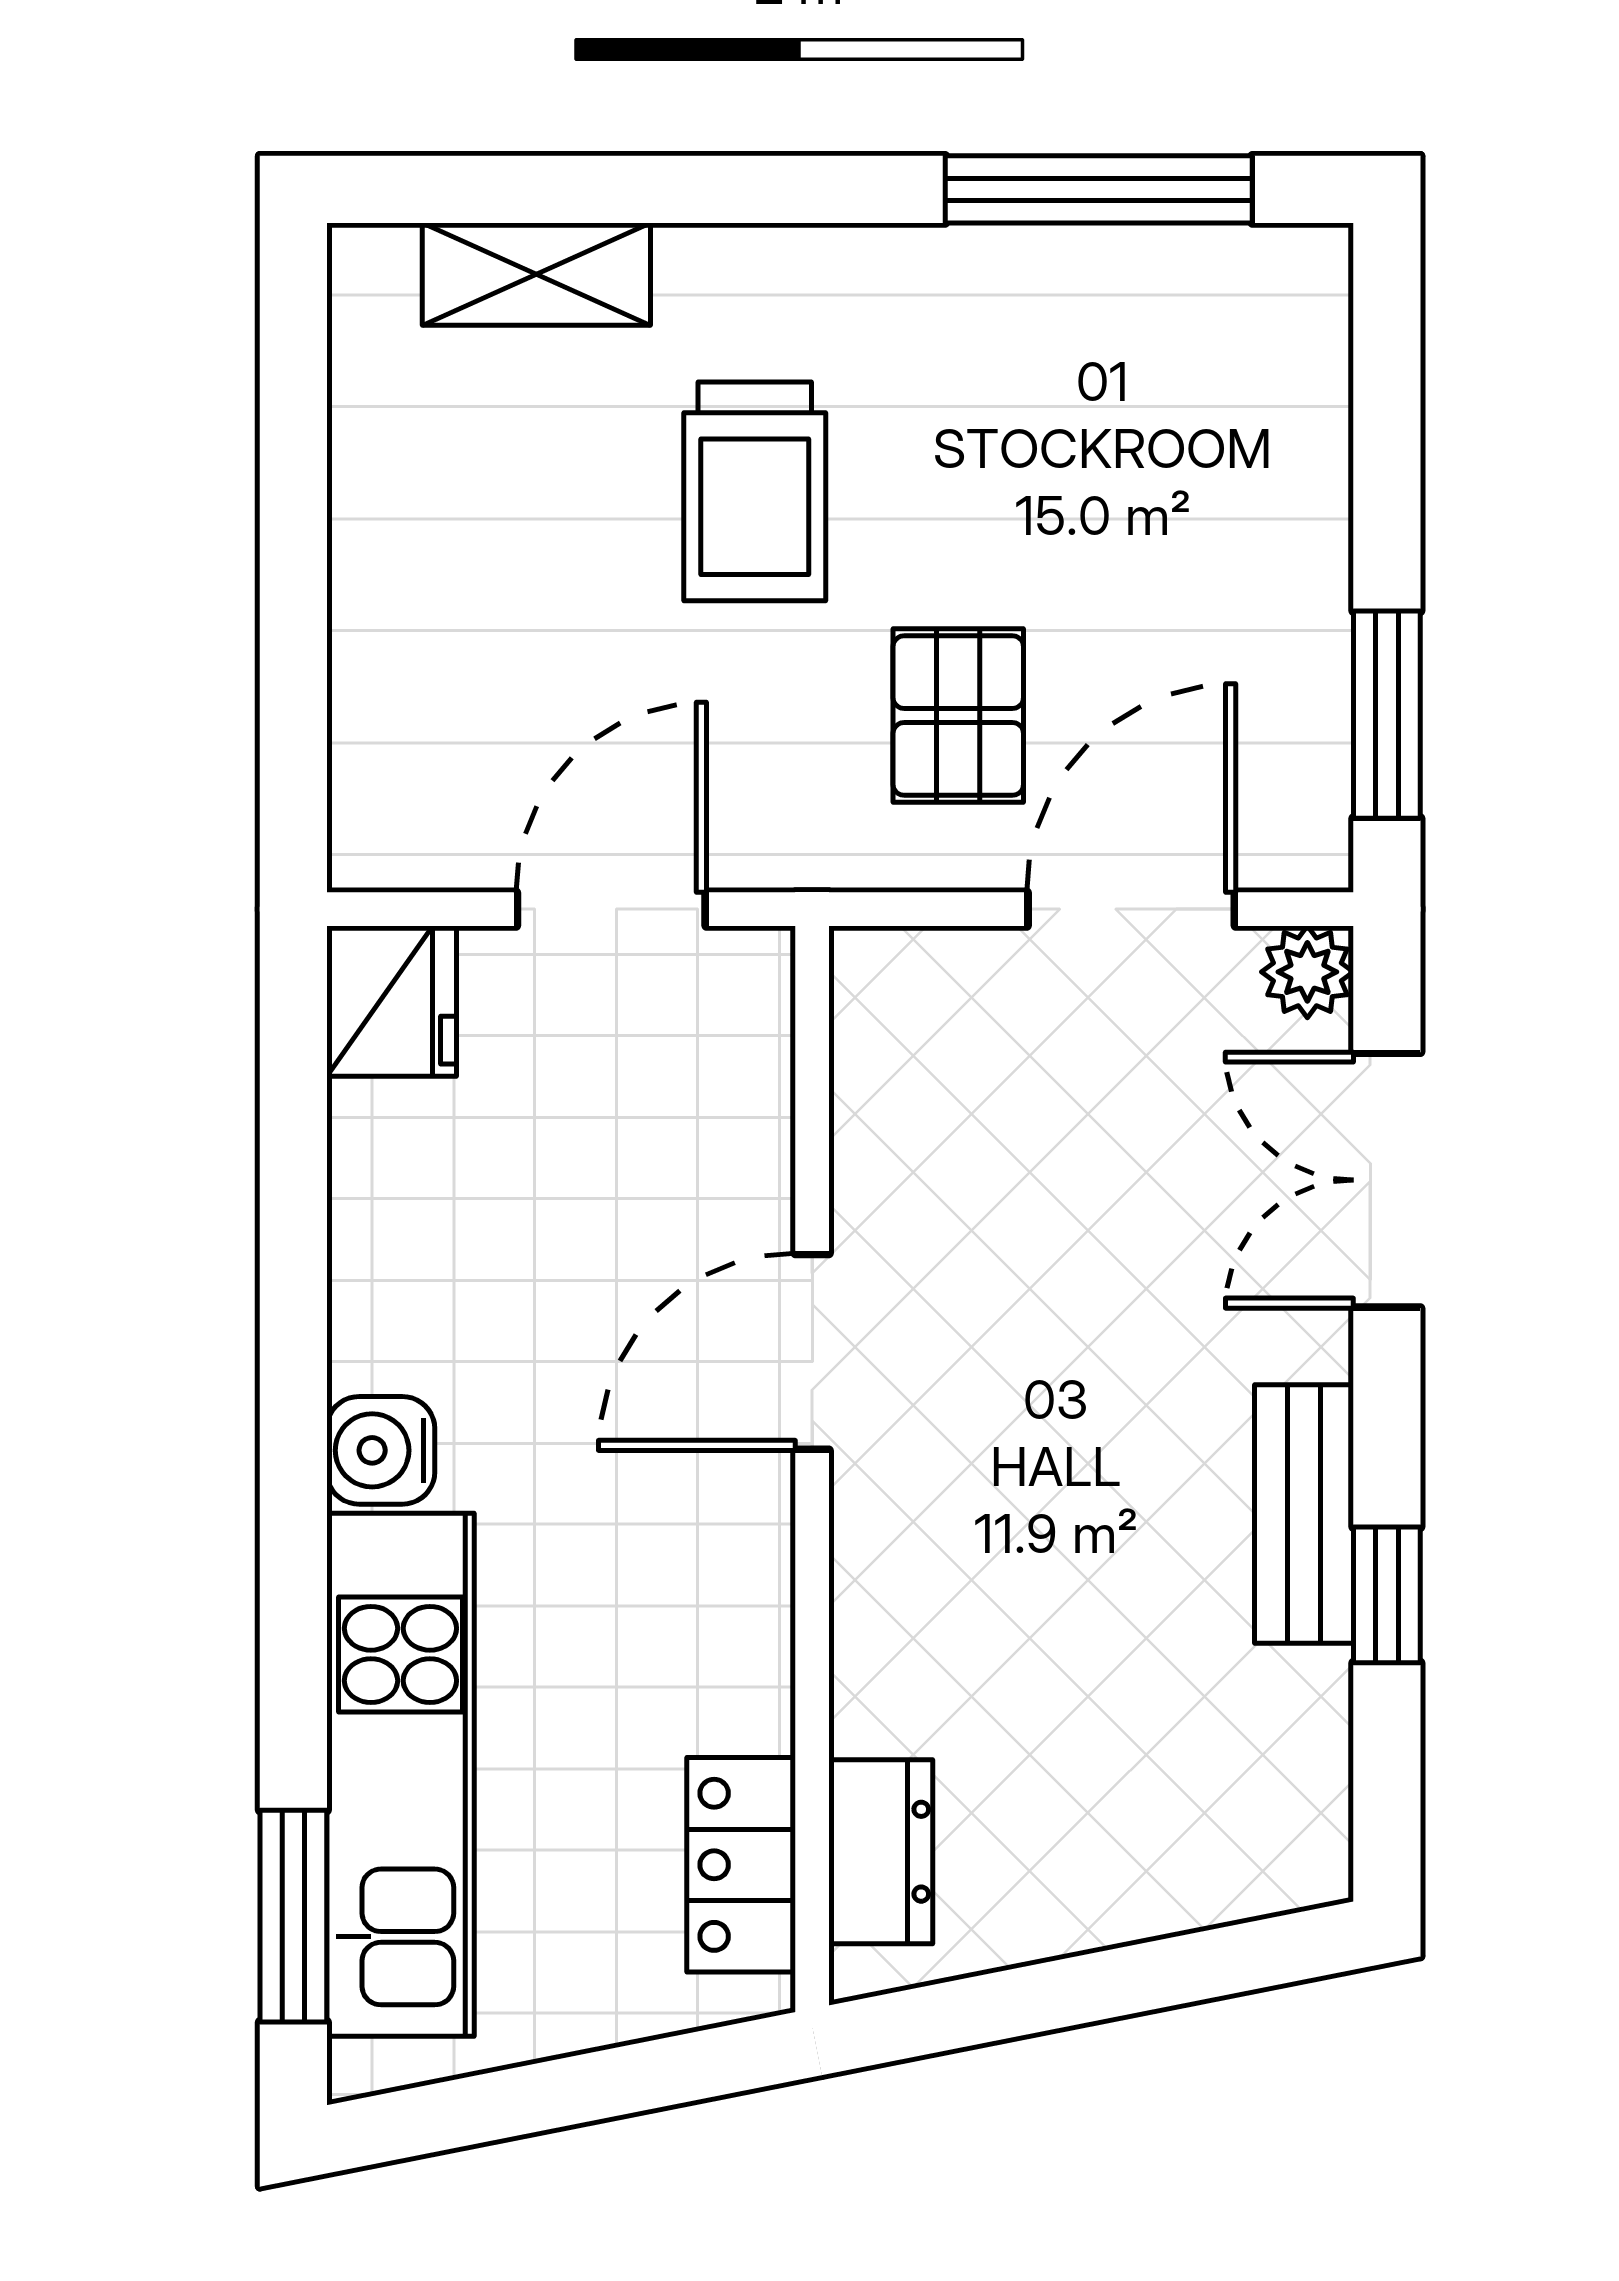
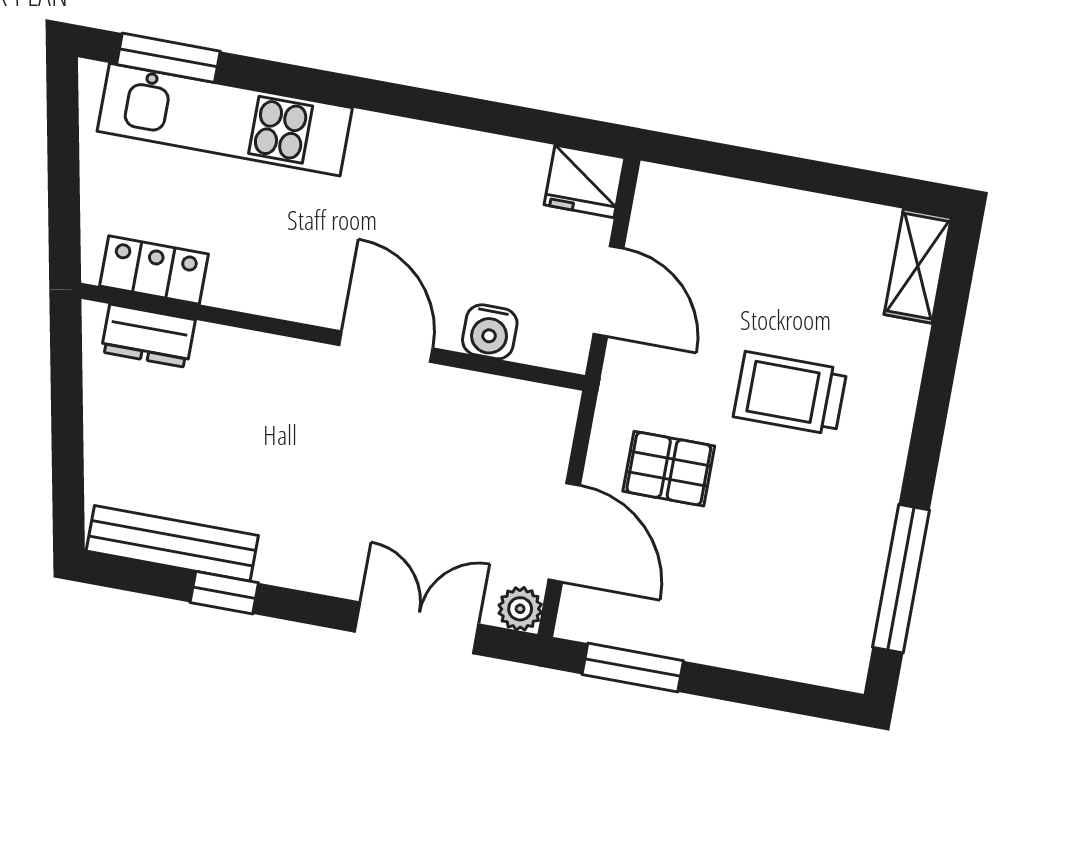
shelving: (536, 274) -> (918, 266), moved
water cooler: (381, 1450) -> (490, 332), moved, turned 180
bench: (1304, 1514) -> (172, 543), moved, width x1.36

